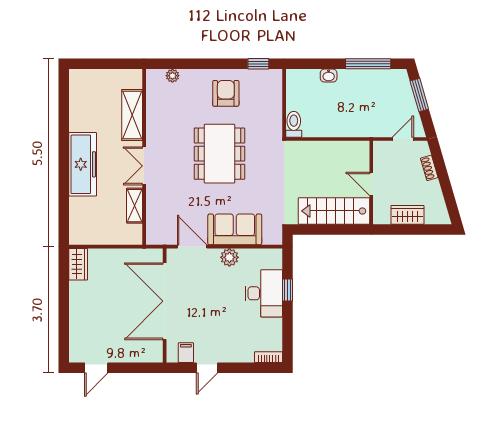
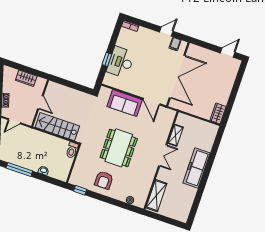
shelving: (132, 115) -> (156, 196), moved
stairs: (334, 211) -> (57, 127), moved, turned 180
plant: (229, 257) -> (133, 89), removed

